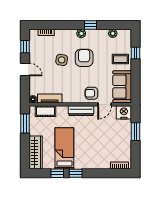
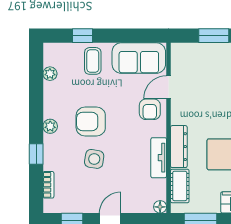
window: (91, 25) -> (36, 154), moved
tv unit: (50, 99) -> (159, 158), moved
door: (105, 104) -> (168, 87), swing flipped
dresser: (81, 111) -> (179, 147), moved
nightstand: (124, 112) -> (182, 55), removed

